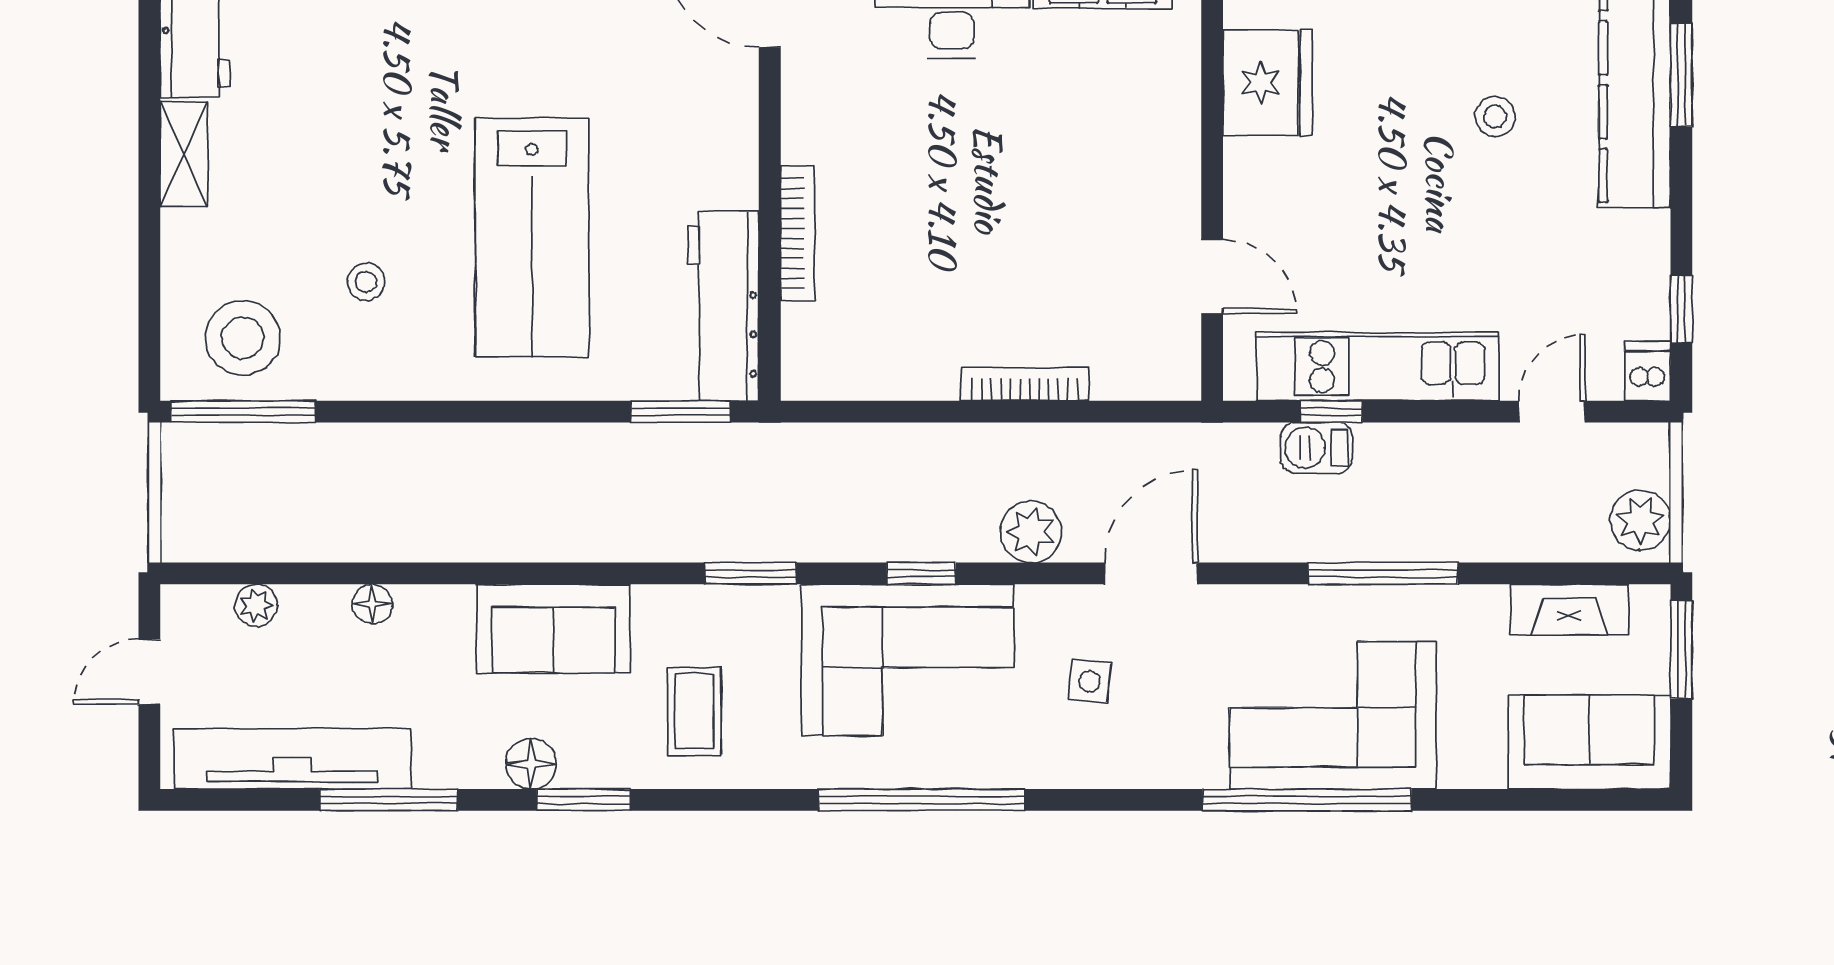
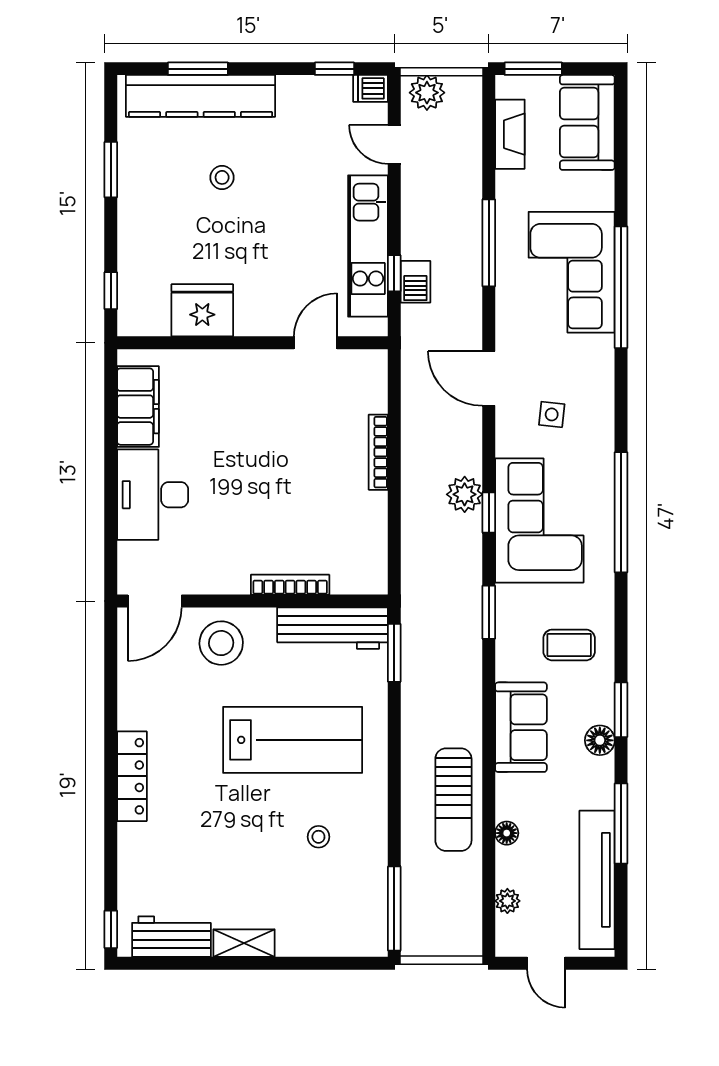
stool: (243, 338) -> (221, 643), moved
sun lounger: (430, 513) -> (453, 800), added
plant: (1640, 520) -> (427, 93), moved
plant: (1031, 532) -> (465, 494), moved

